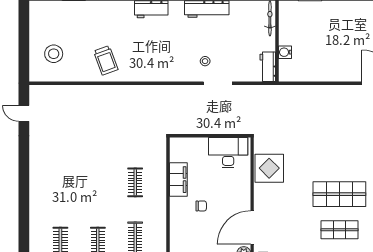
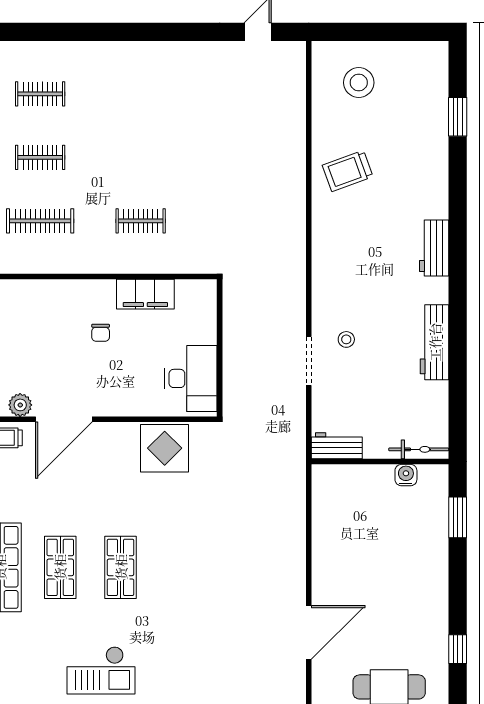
water cooler: (285, 52) -> (406, 475), moved
shop shelf: (339, 194) -> (121, 567), width x0.70, depth x0.74
door: (252, 228) -> (64, 419), swing flipped

